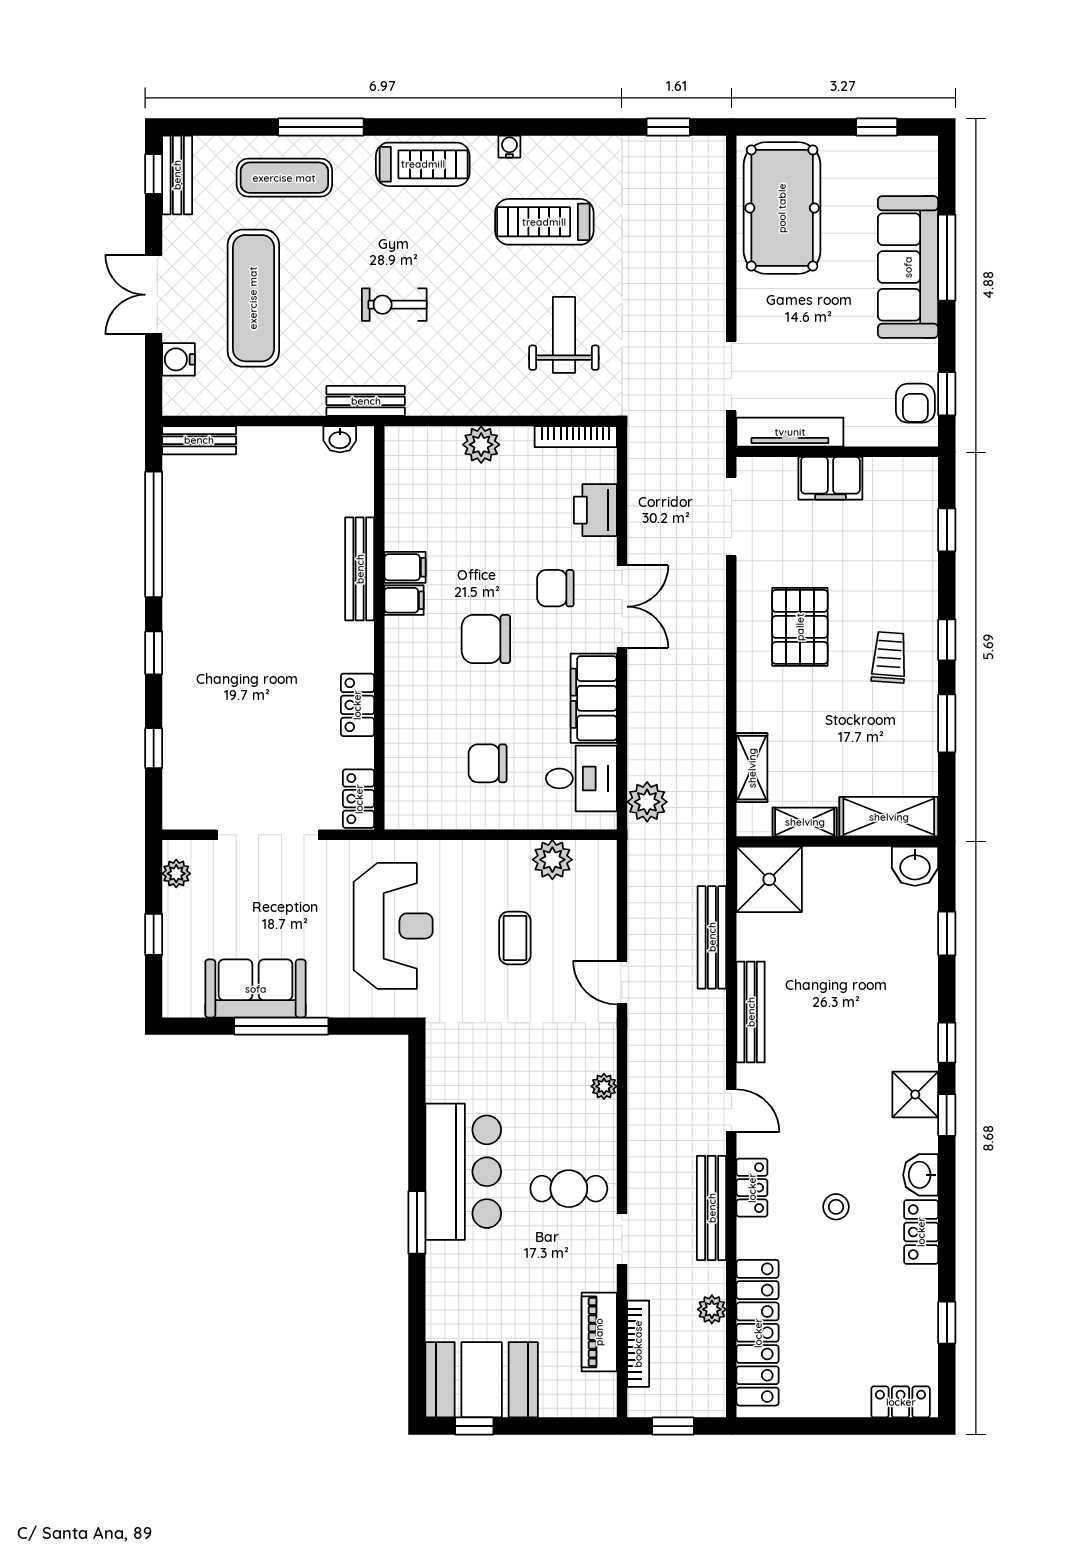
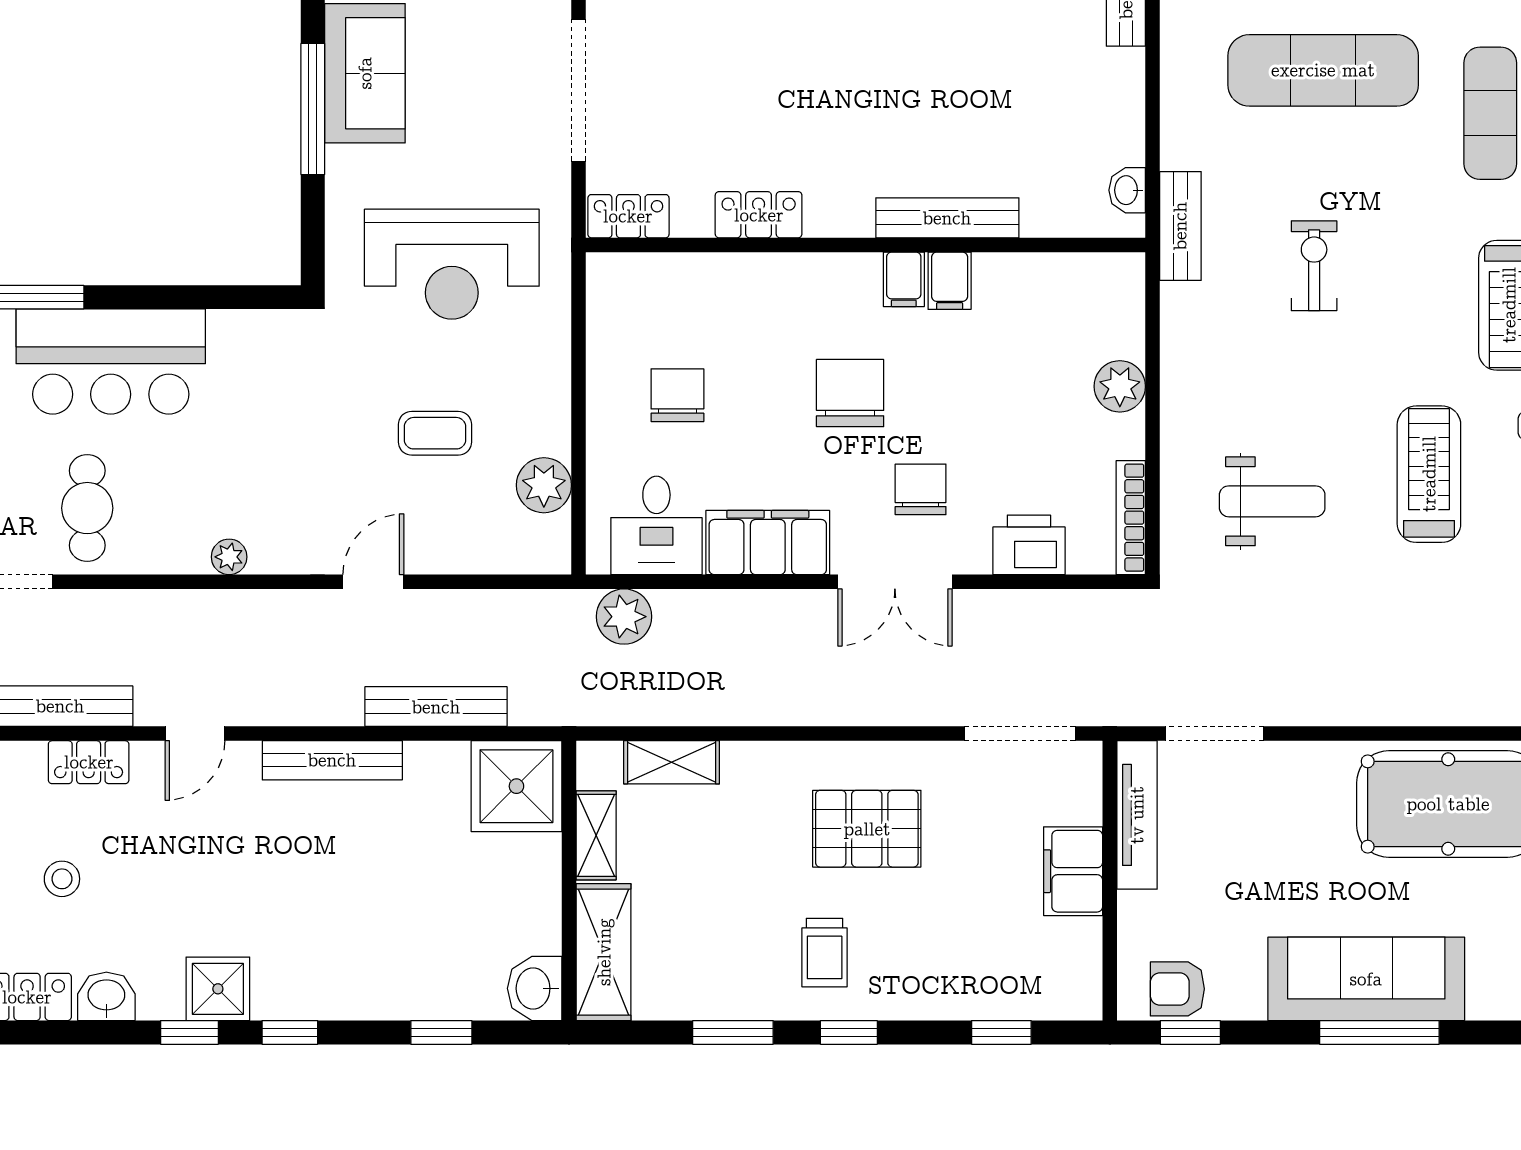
trolley: (889, 657) -> (825, 953), turned 86

